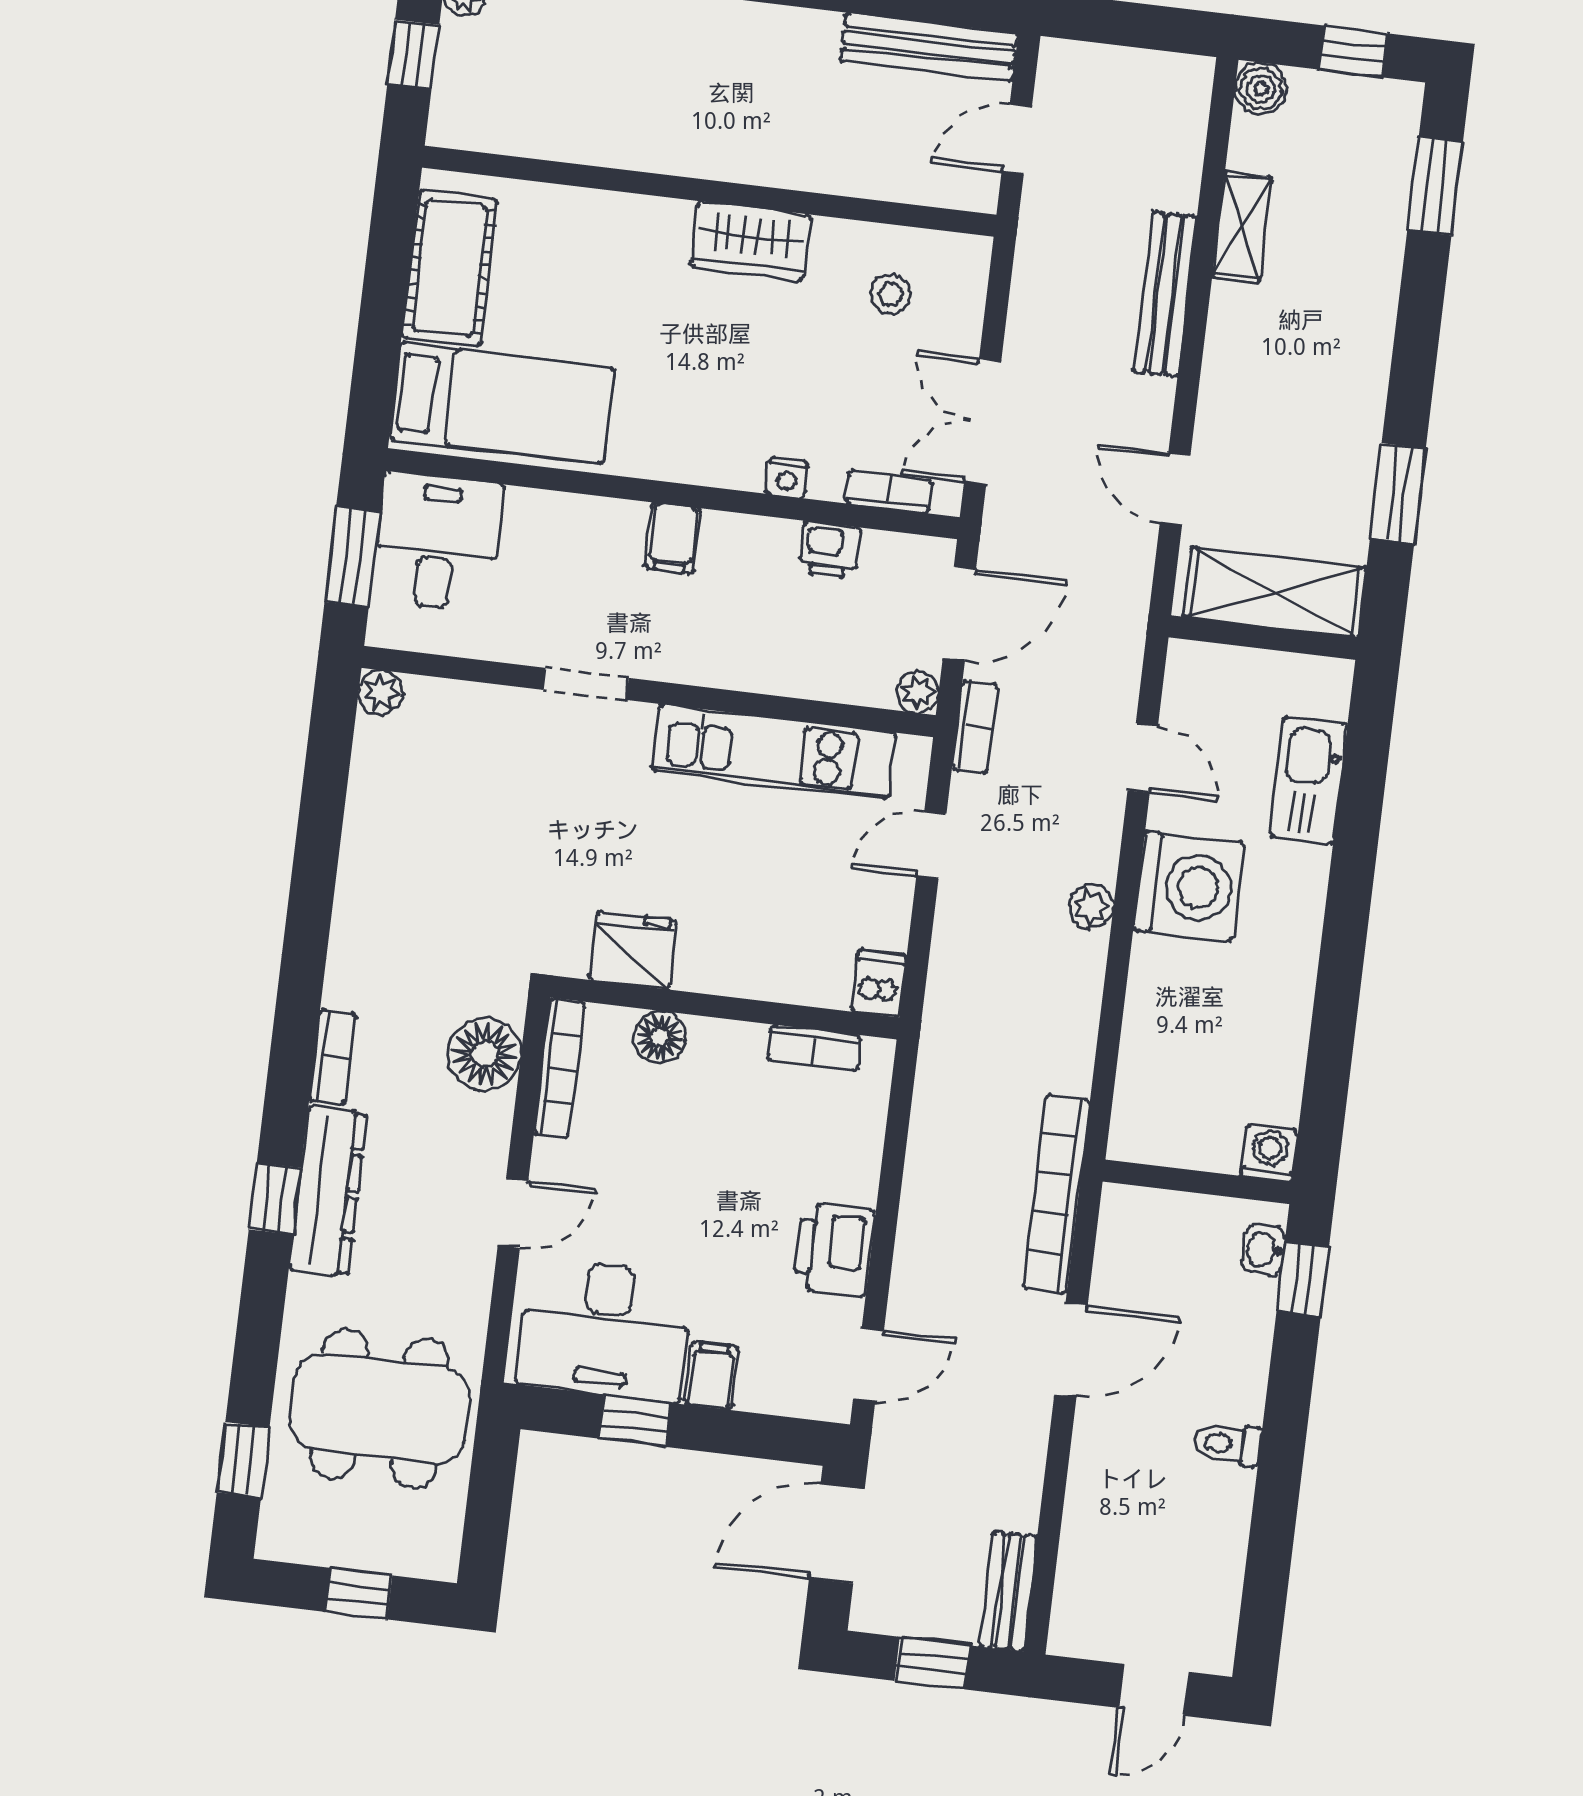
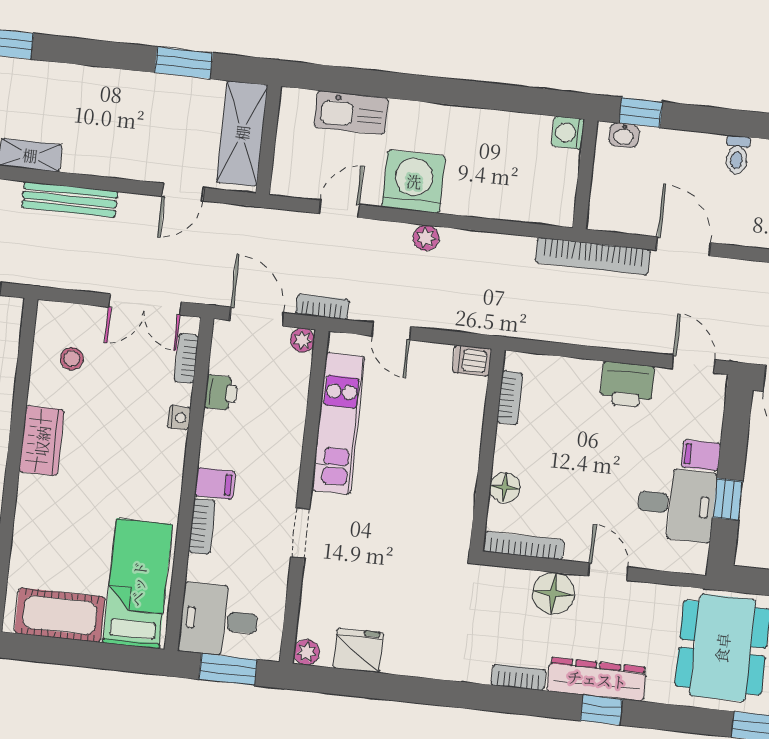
bookcase: (599, 515) -> (202, 526), added
fridge: (633, 950) -> (358, 650), moved, turned 90
floor lamp: (485, 1054) -> (553, 593), moved
desk: (605, 1329) -> (676, 504), width x0.73

